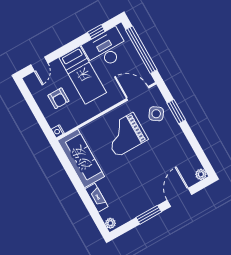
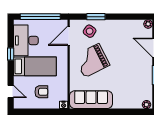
window: (96, 32) -> (11, 54), moved
grand piano: (125, 135) -> (92, 60), turned 63
fireplace: (97, 198) -> (124, 104), removed

